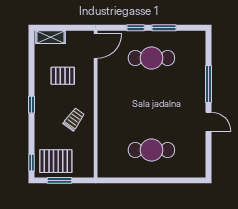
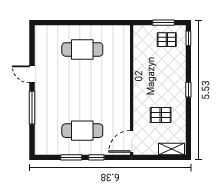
trolley: (74, 119) -> (151, 76), removed
pallet: (56, 161) -> (167, 40), width x0.67, depth x0.71

